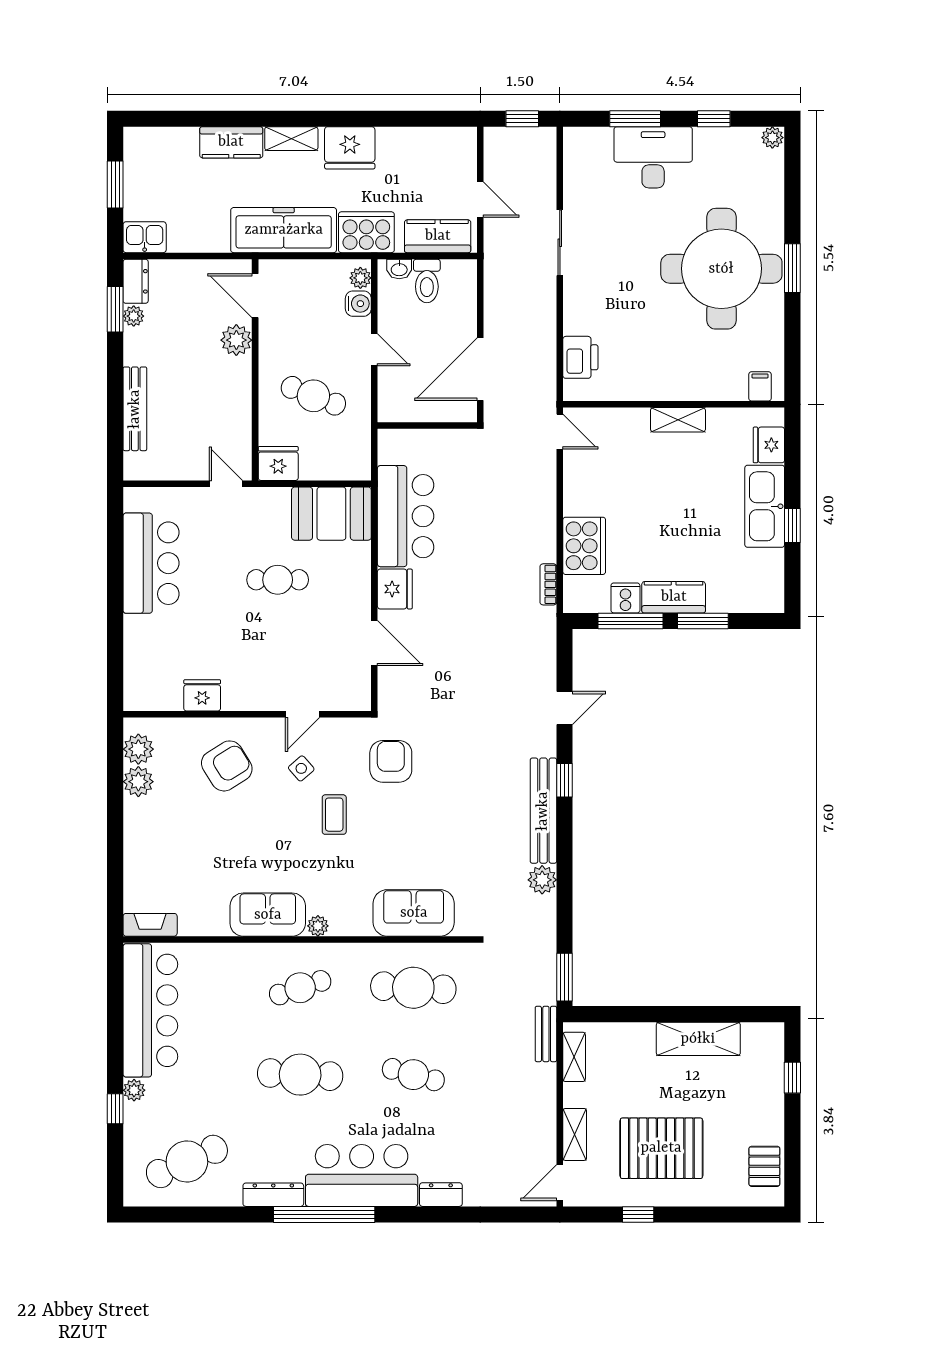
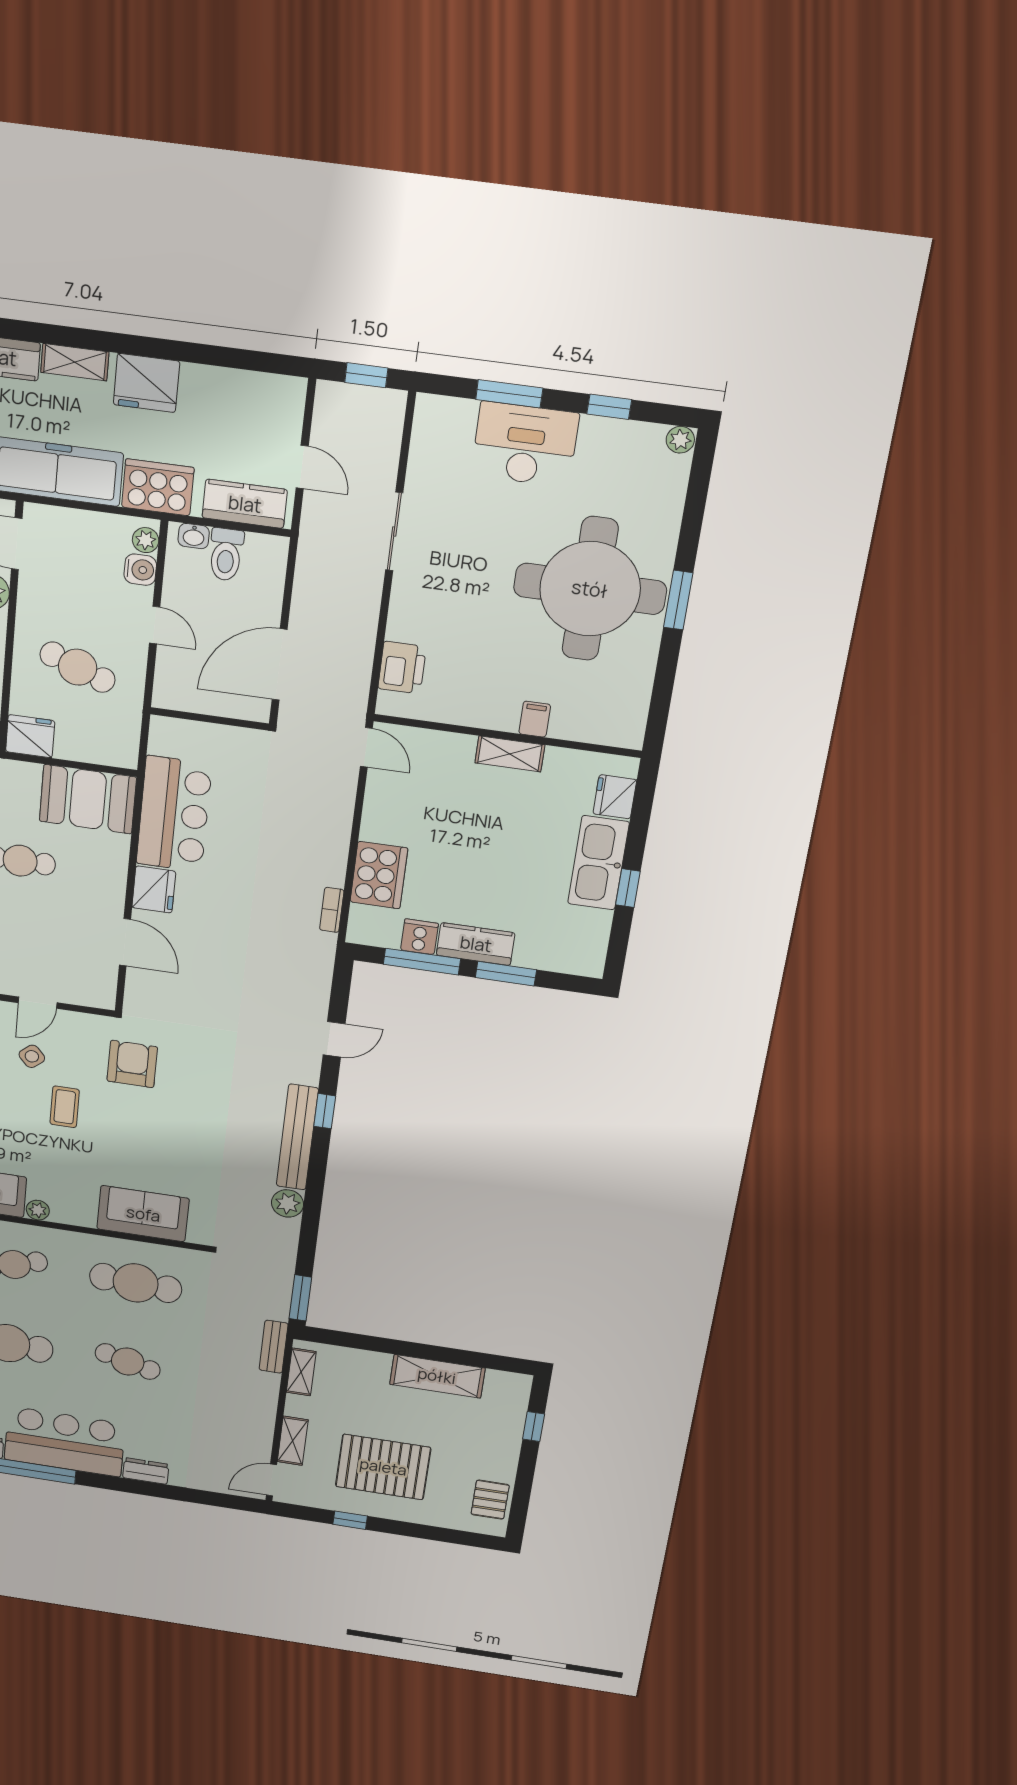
filing cabinet: (760, 386) -> (535, 719), moved

